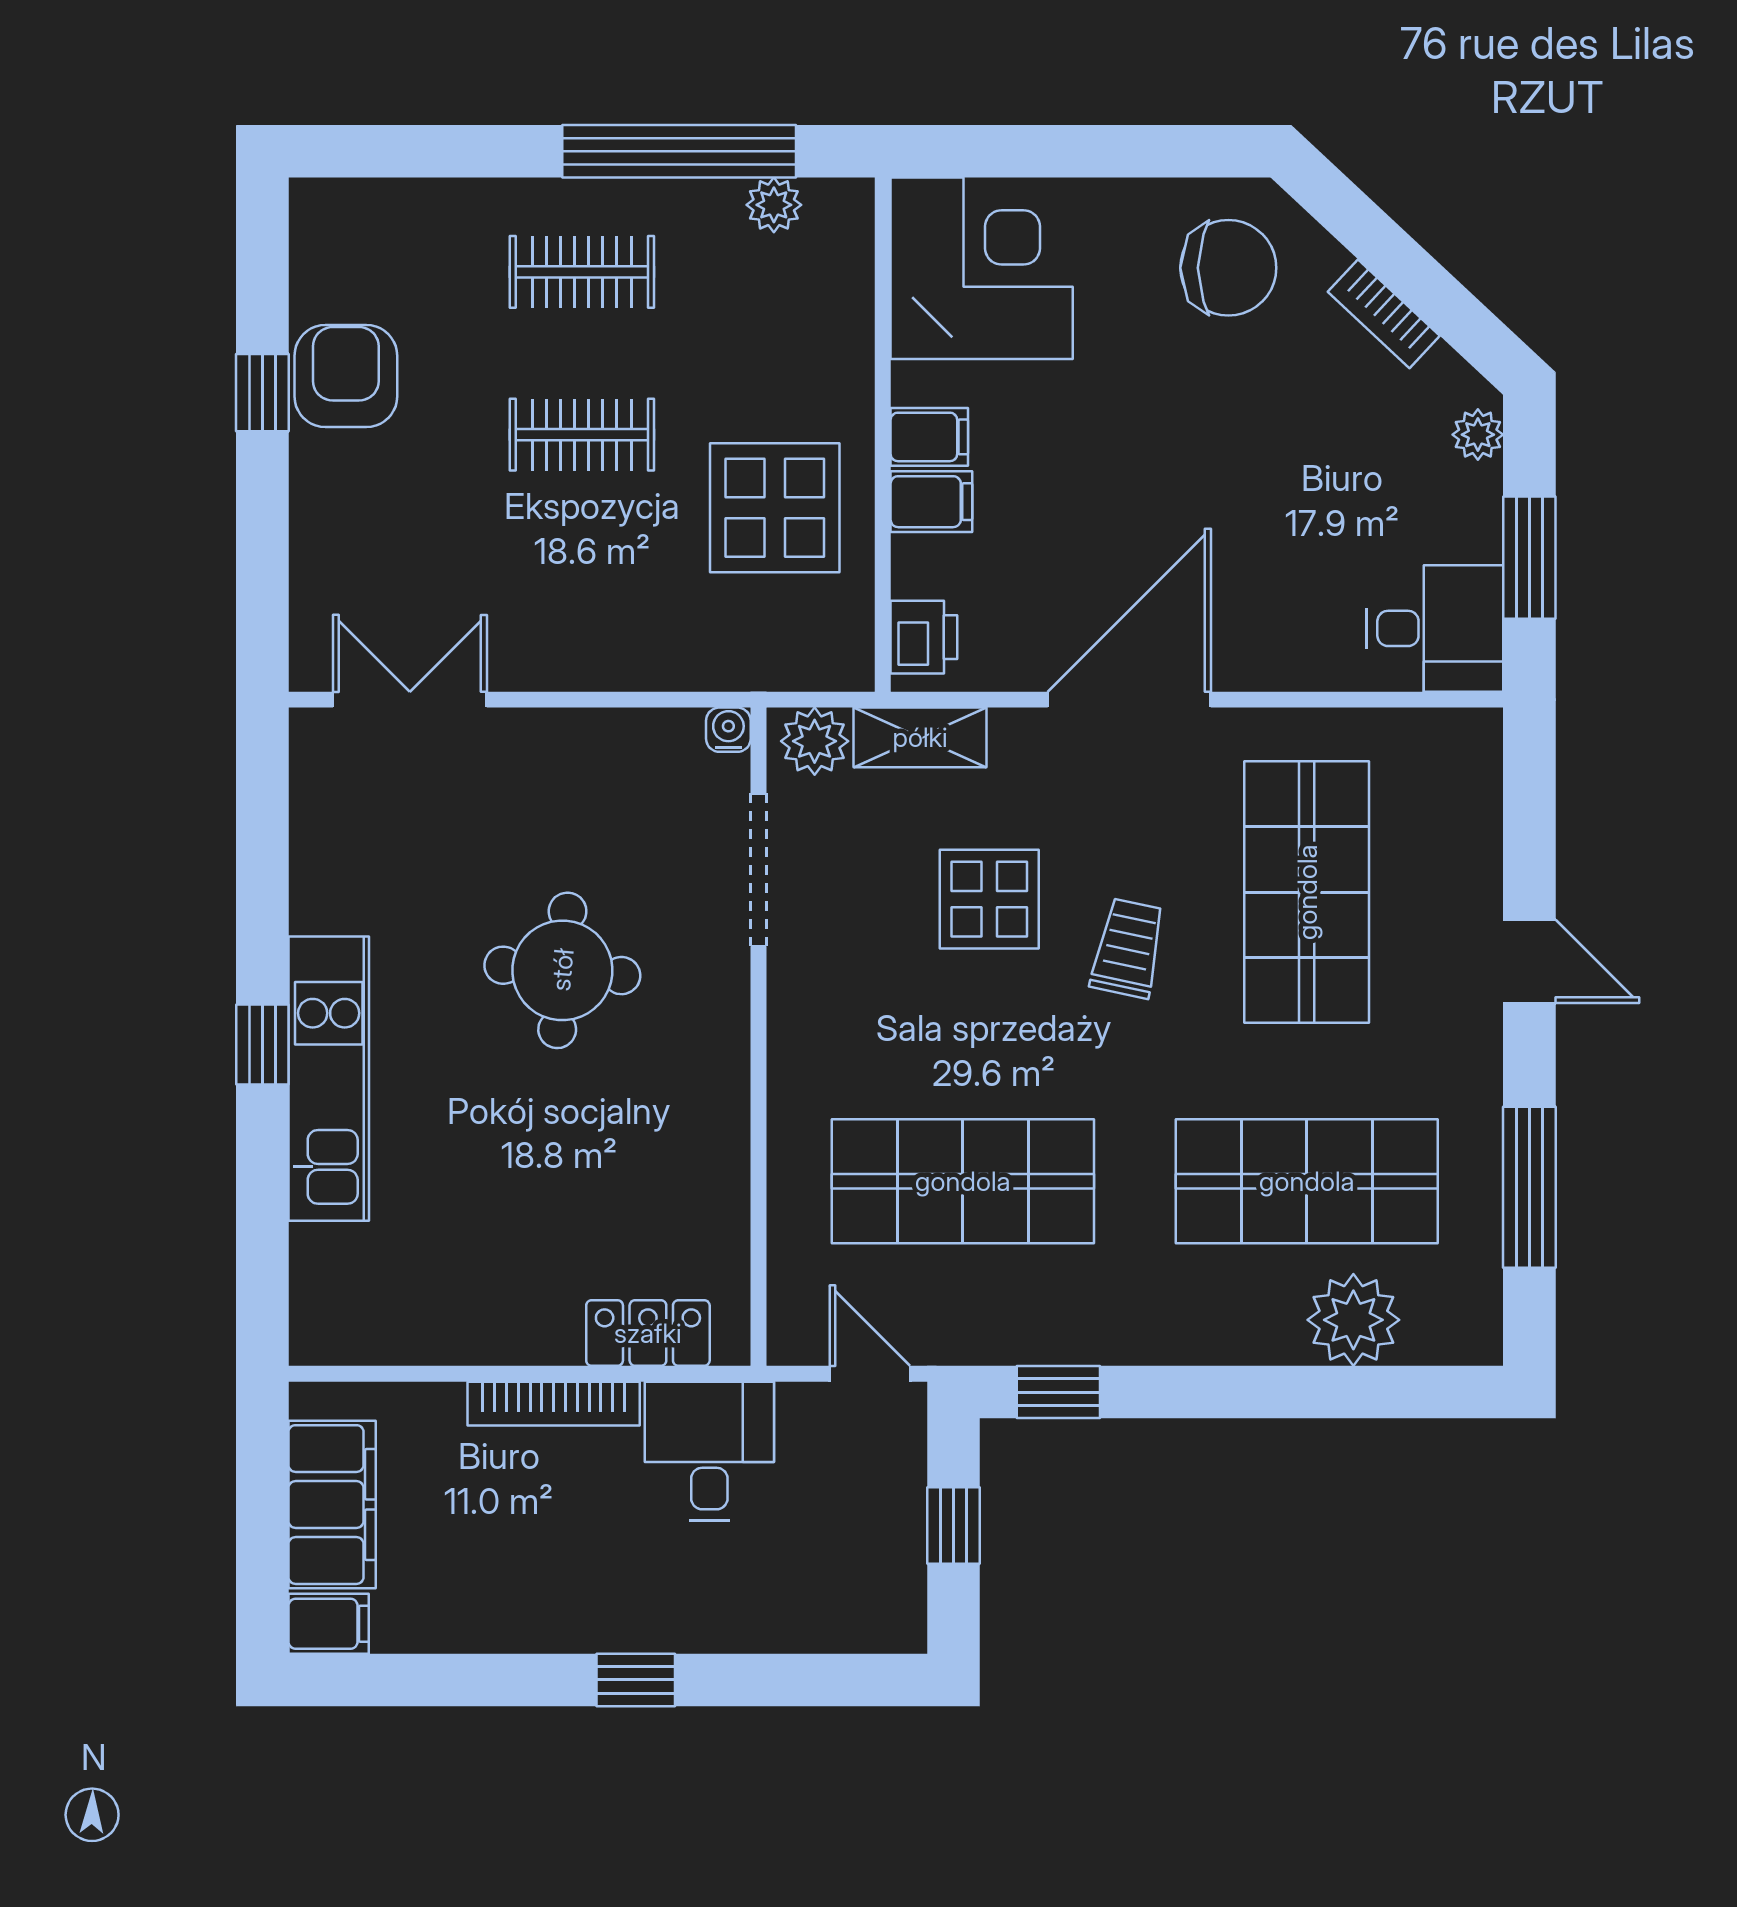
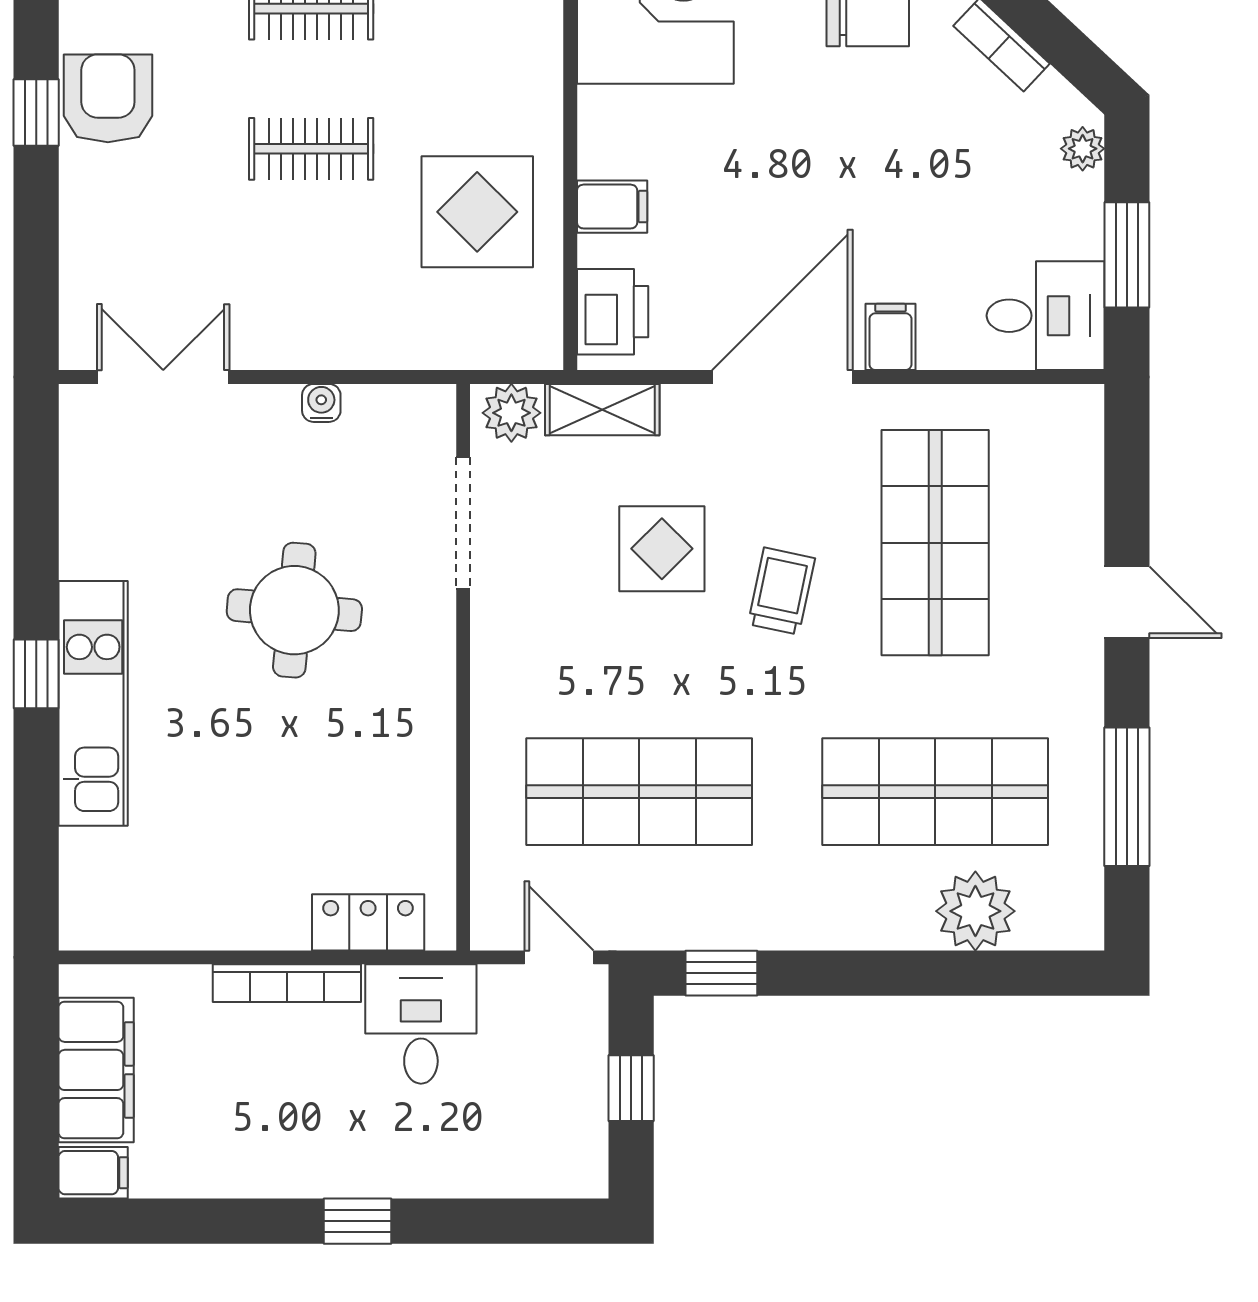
filing cabinet: (929, 437) -> (890, 337), moved, turned -90
printer: (924, 637) -> (613, 312), width x1.36, depth x1.24
water cooler: (728, 730) -> (321, 403), moved

